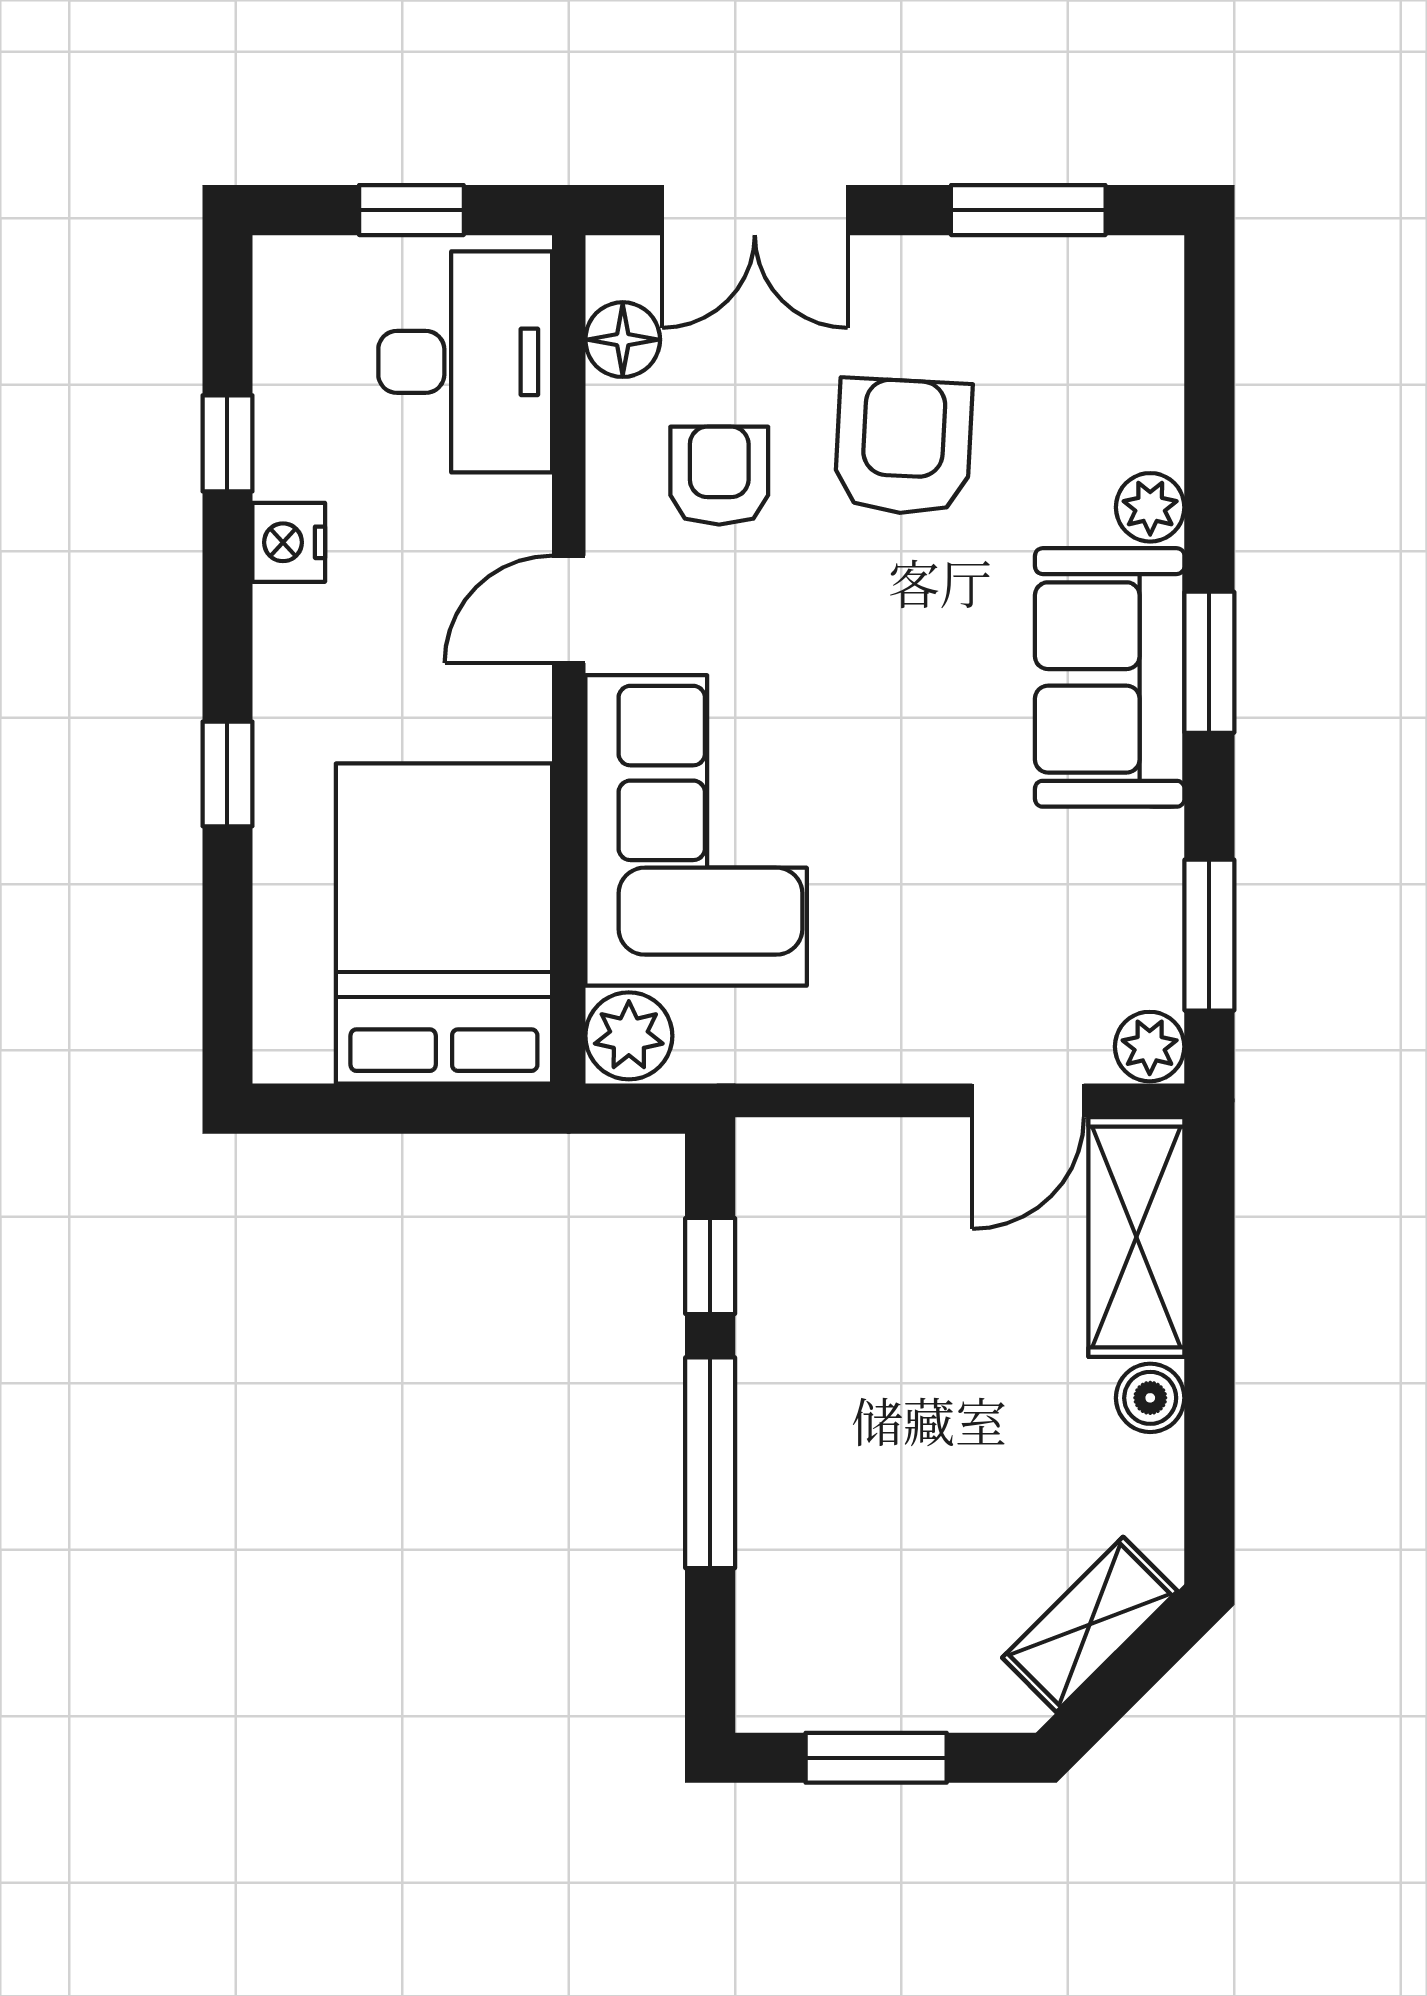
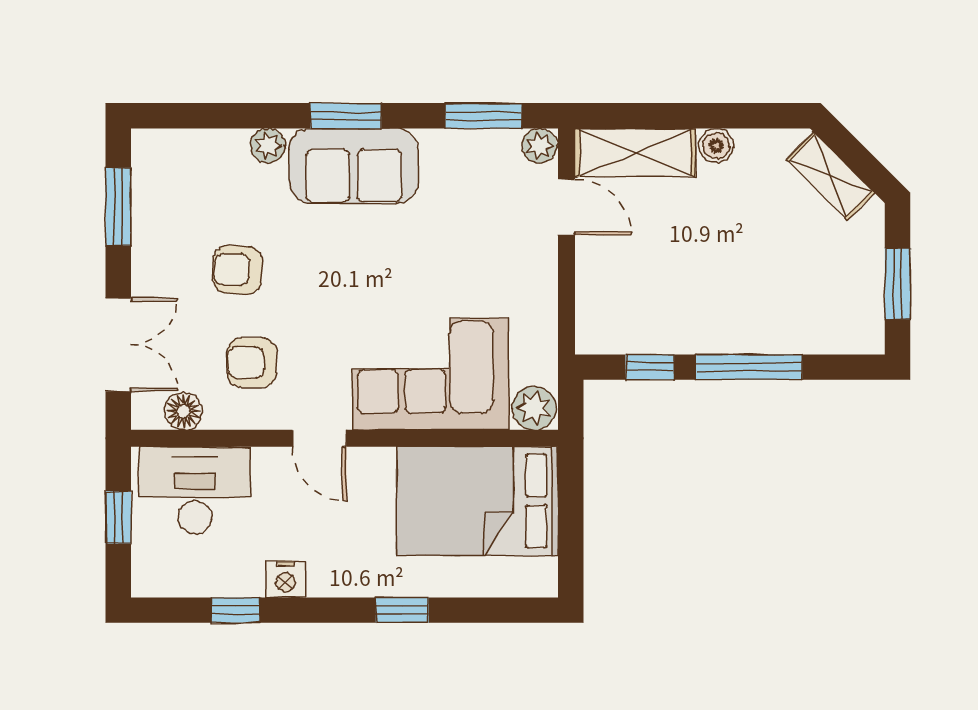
armchair: (903, 447) -> (237, 270), width x0.72, depth x0.72

